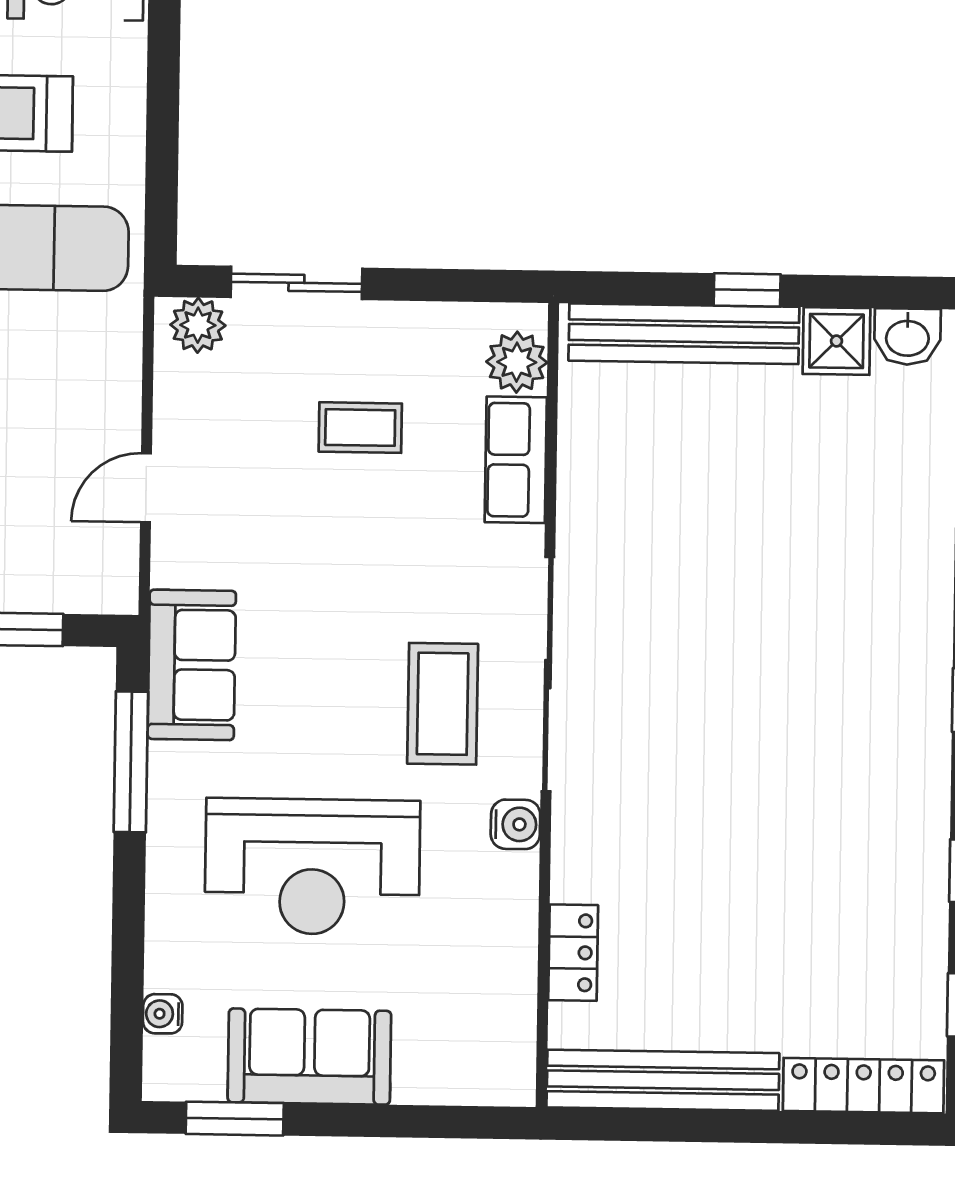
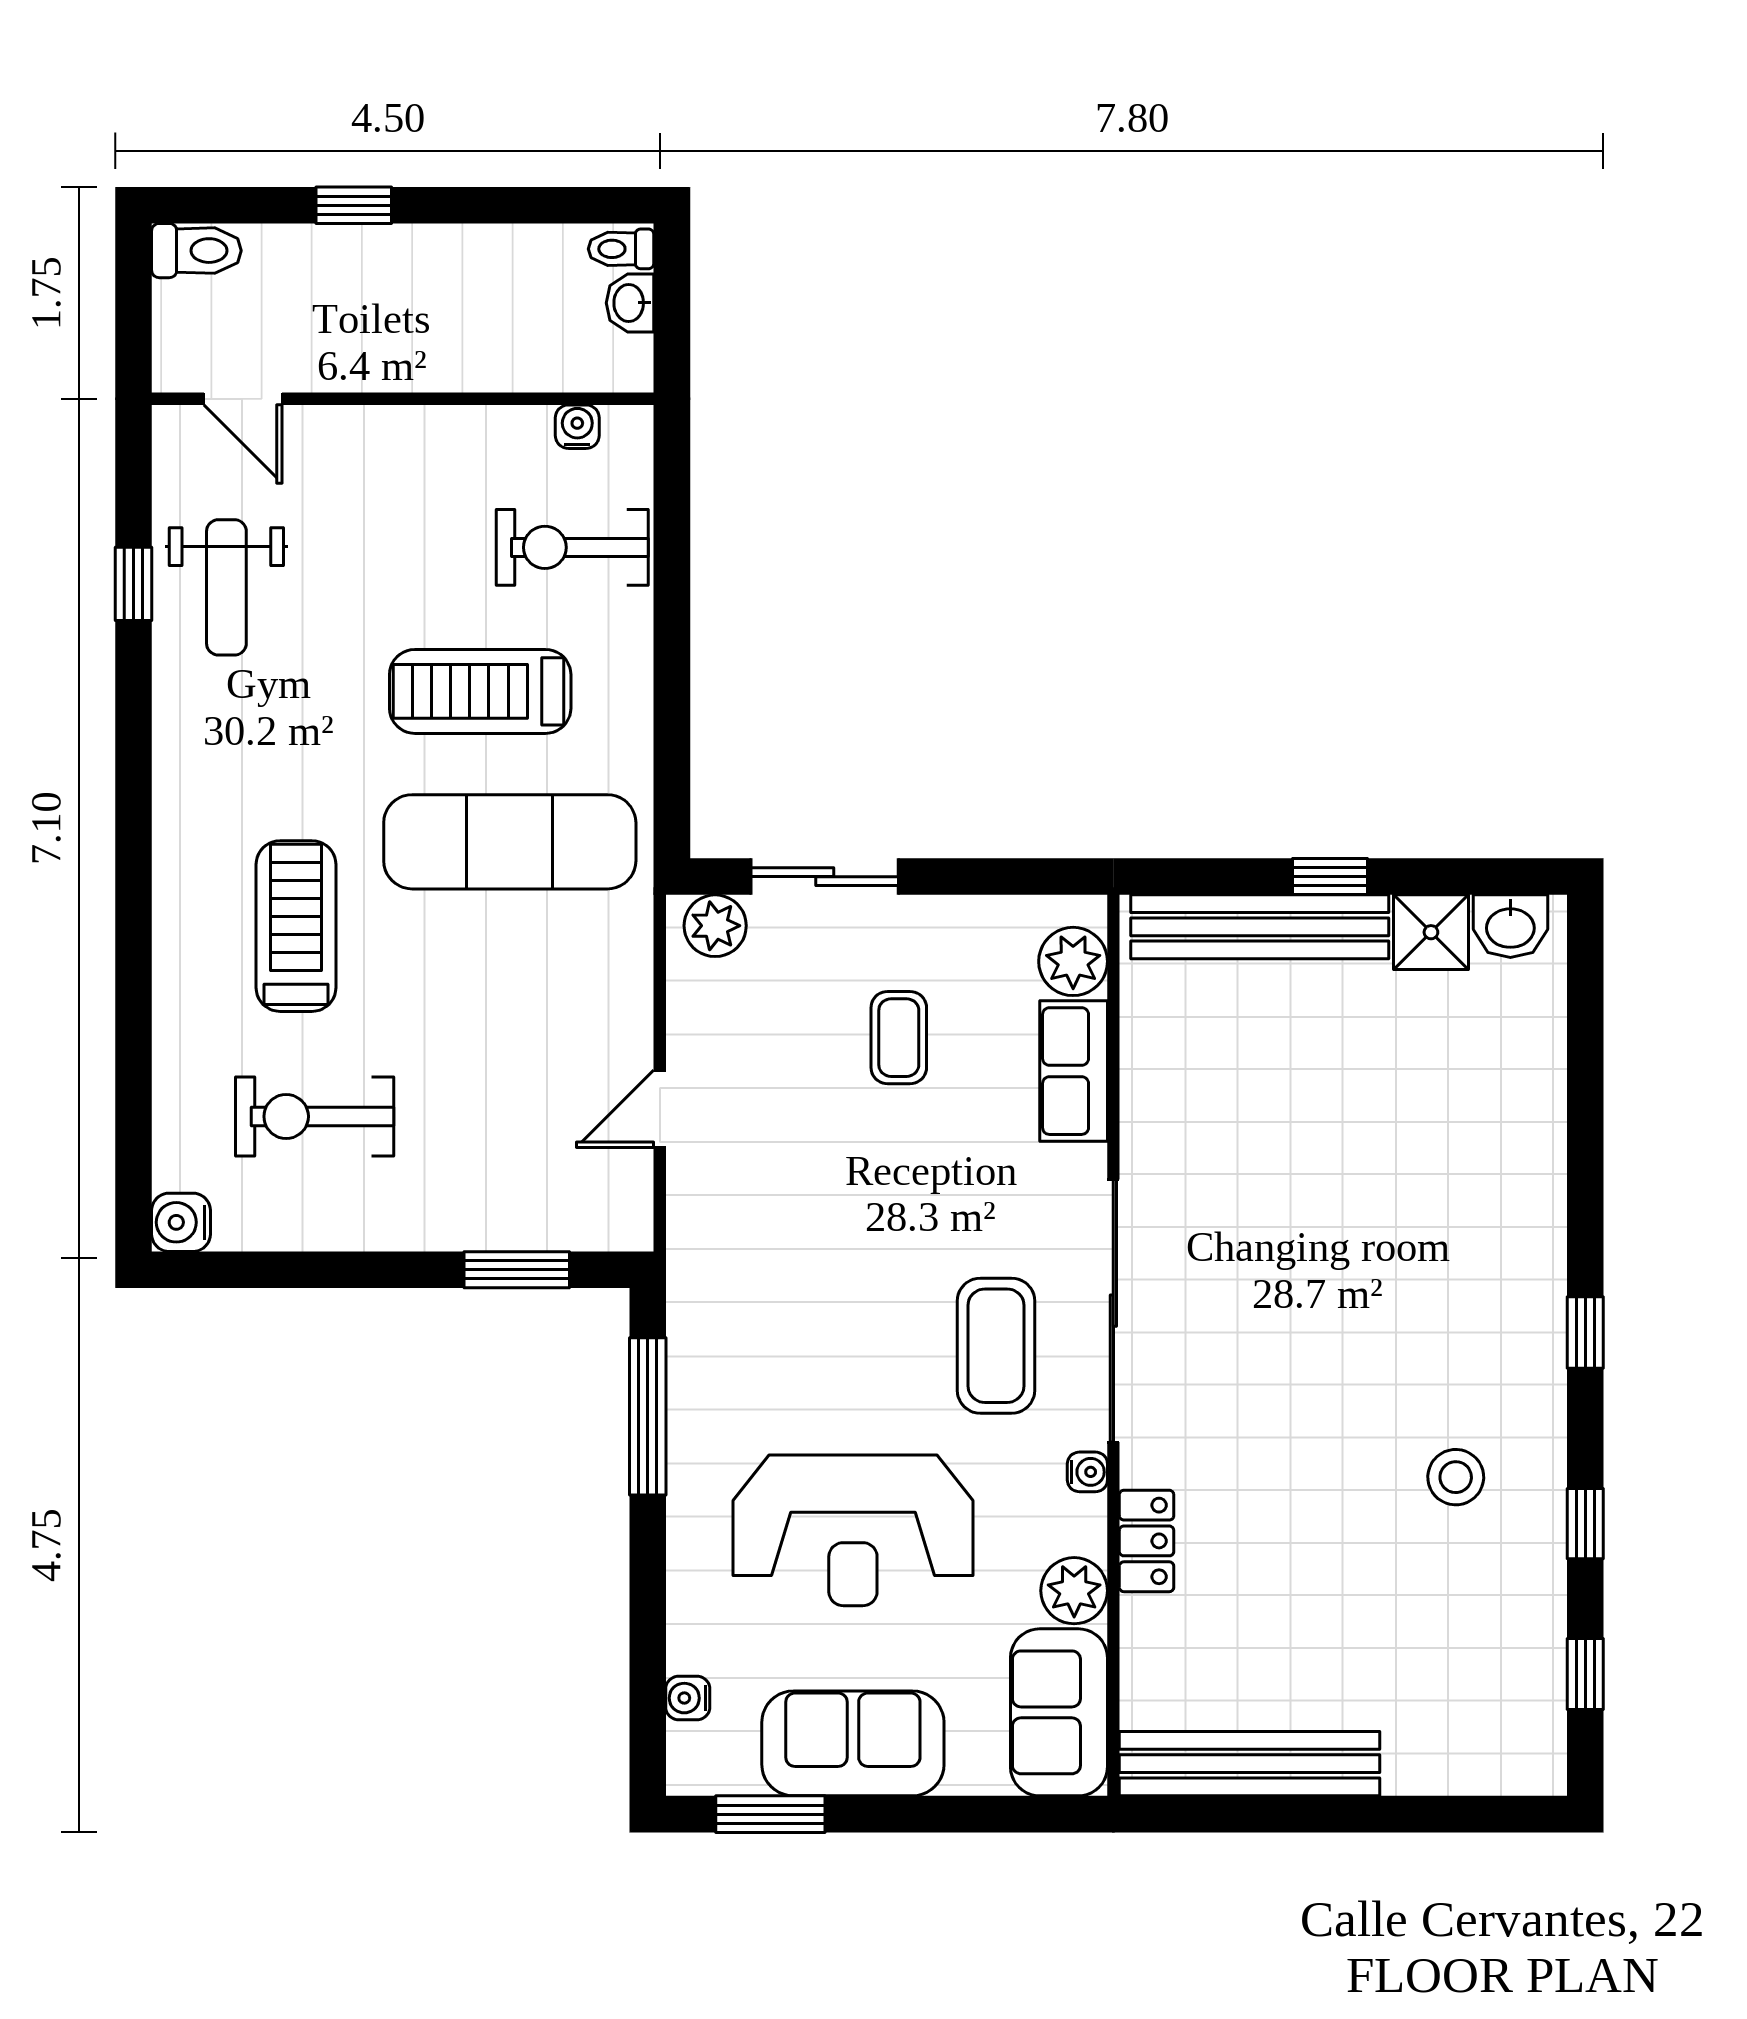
coffee table: (360, 428) -> (899, 1038), turned 90
sofa: (192, 665) -> (1059, 1712), moved, turned 180
water cooler: (515, 824) -> (1087, 1472), width x0.72, depth x0.72
stool: (851, 827) -> (1456, 1477), added
plant: (509, 923) -> (1074, 1591), added
locker: (573, 953) -> (1147, 1541), moved
locker: (863, 1086) -> (1474, 1766), removed

